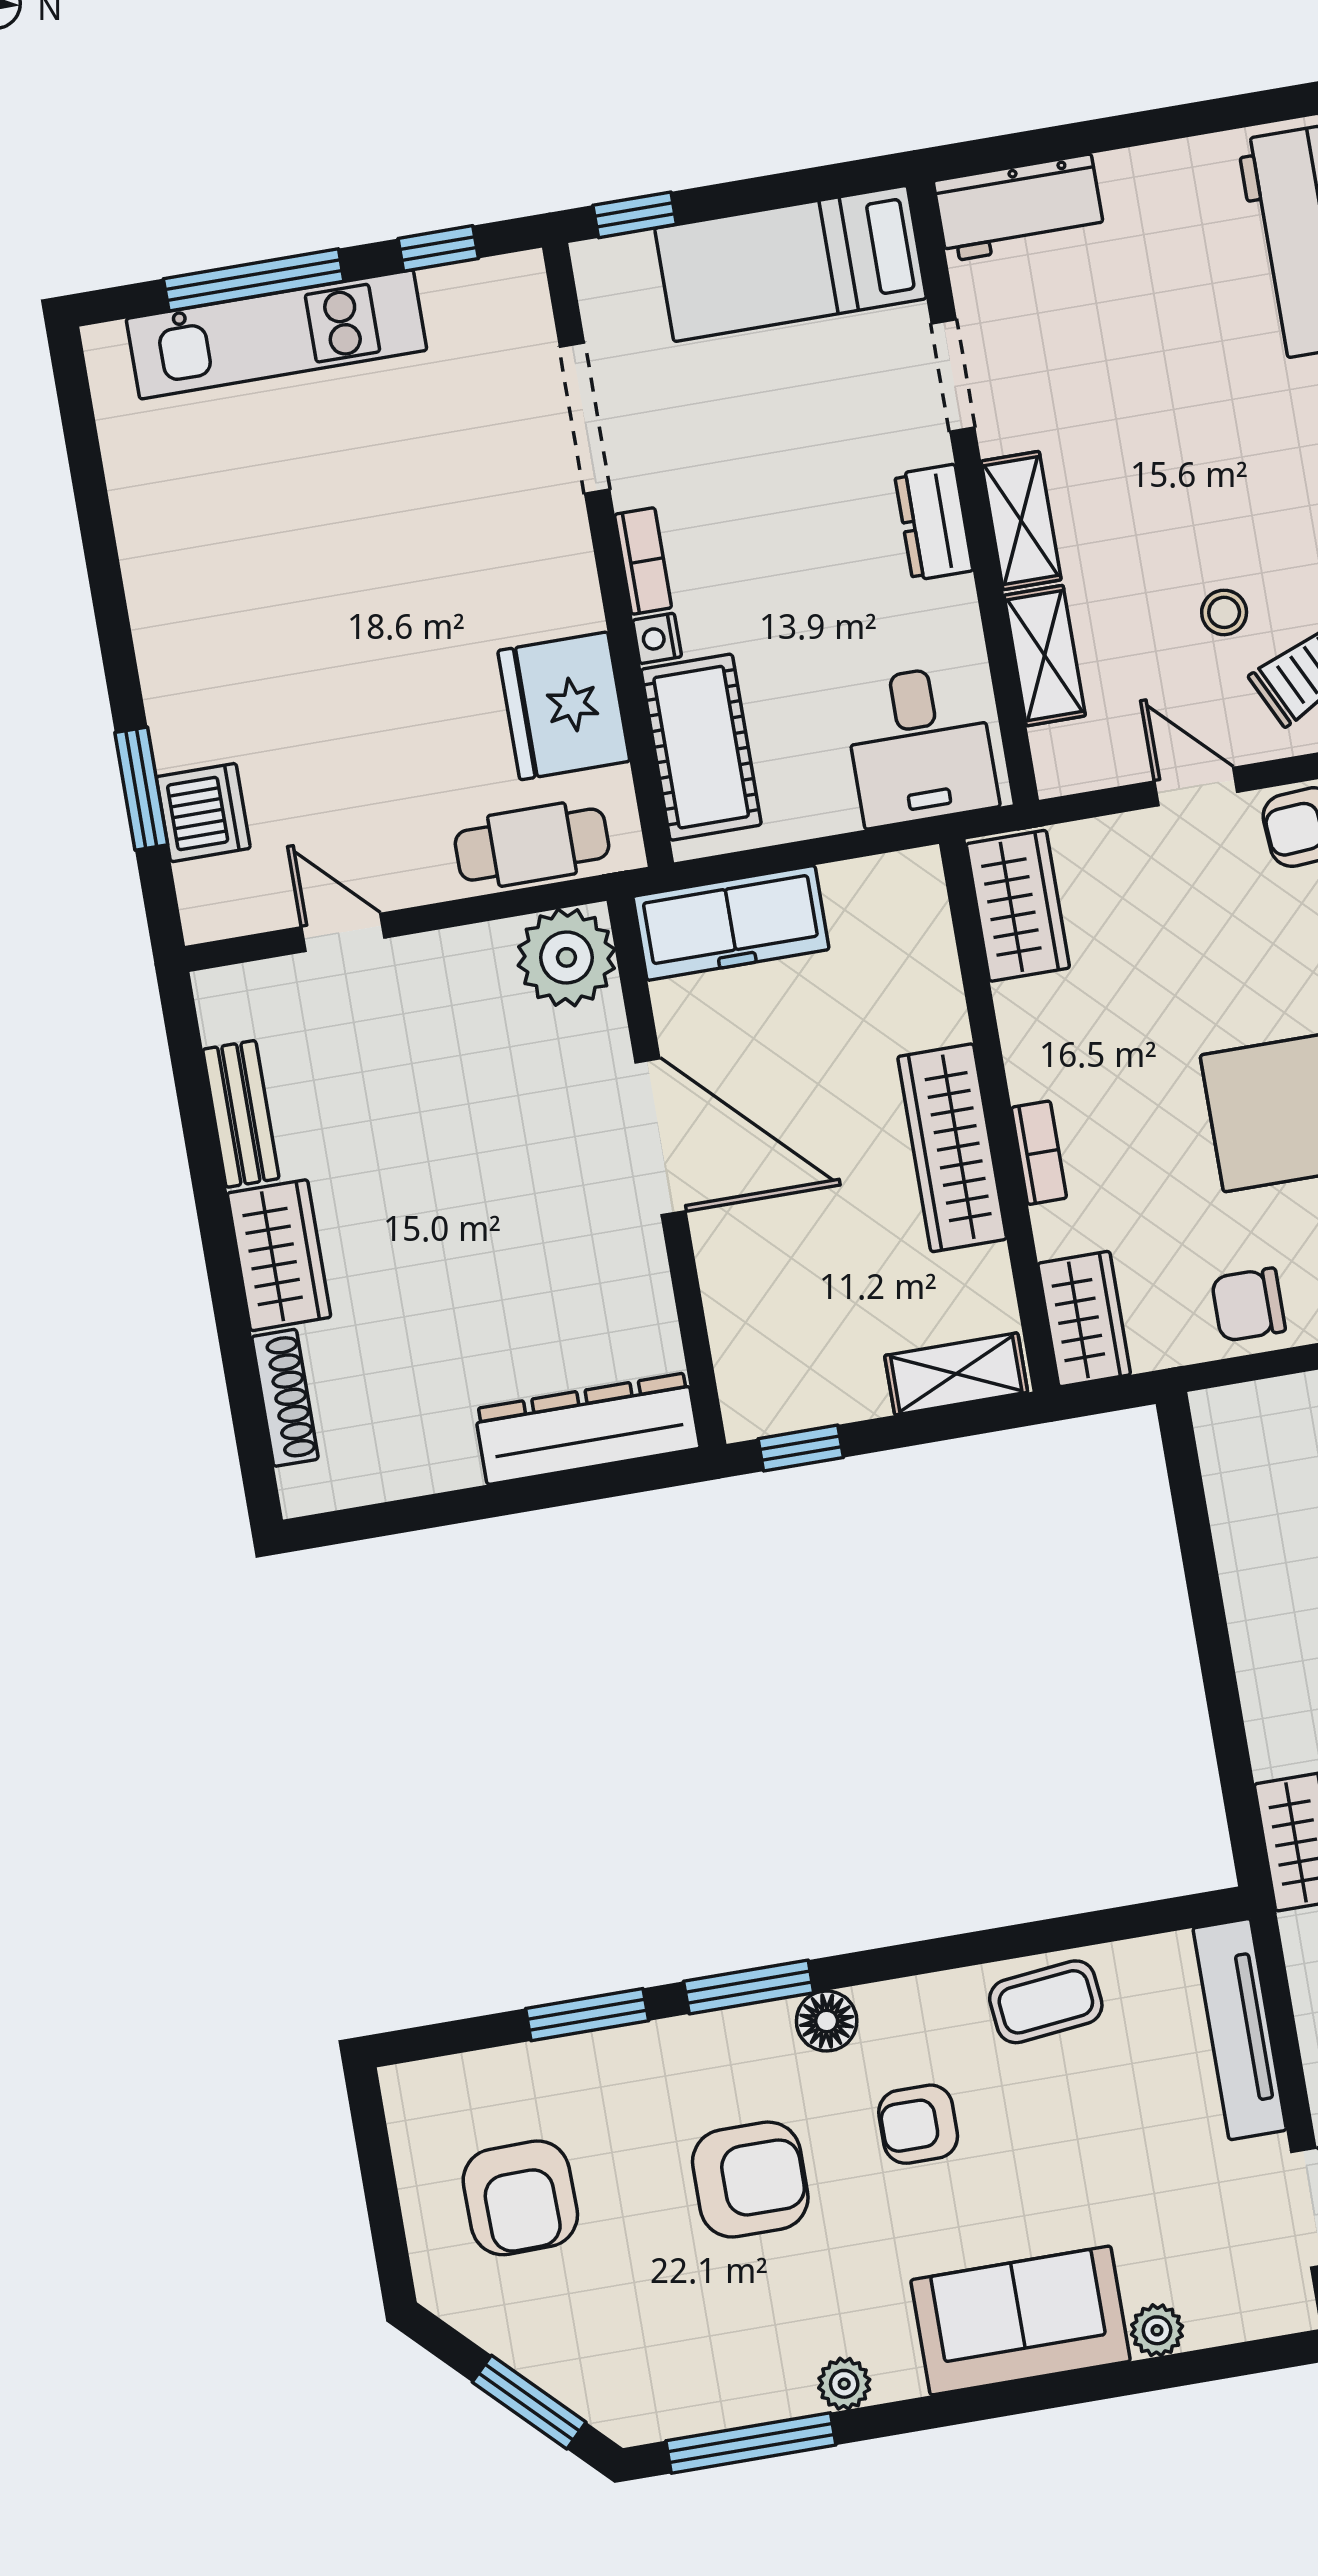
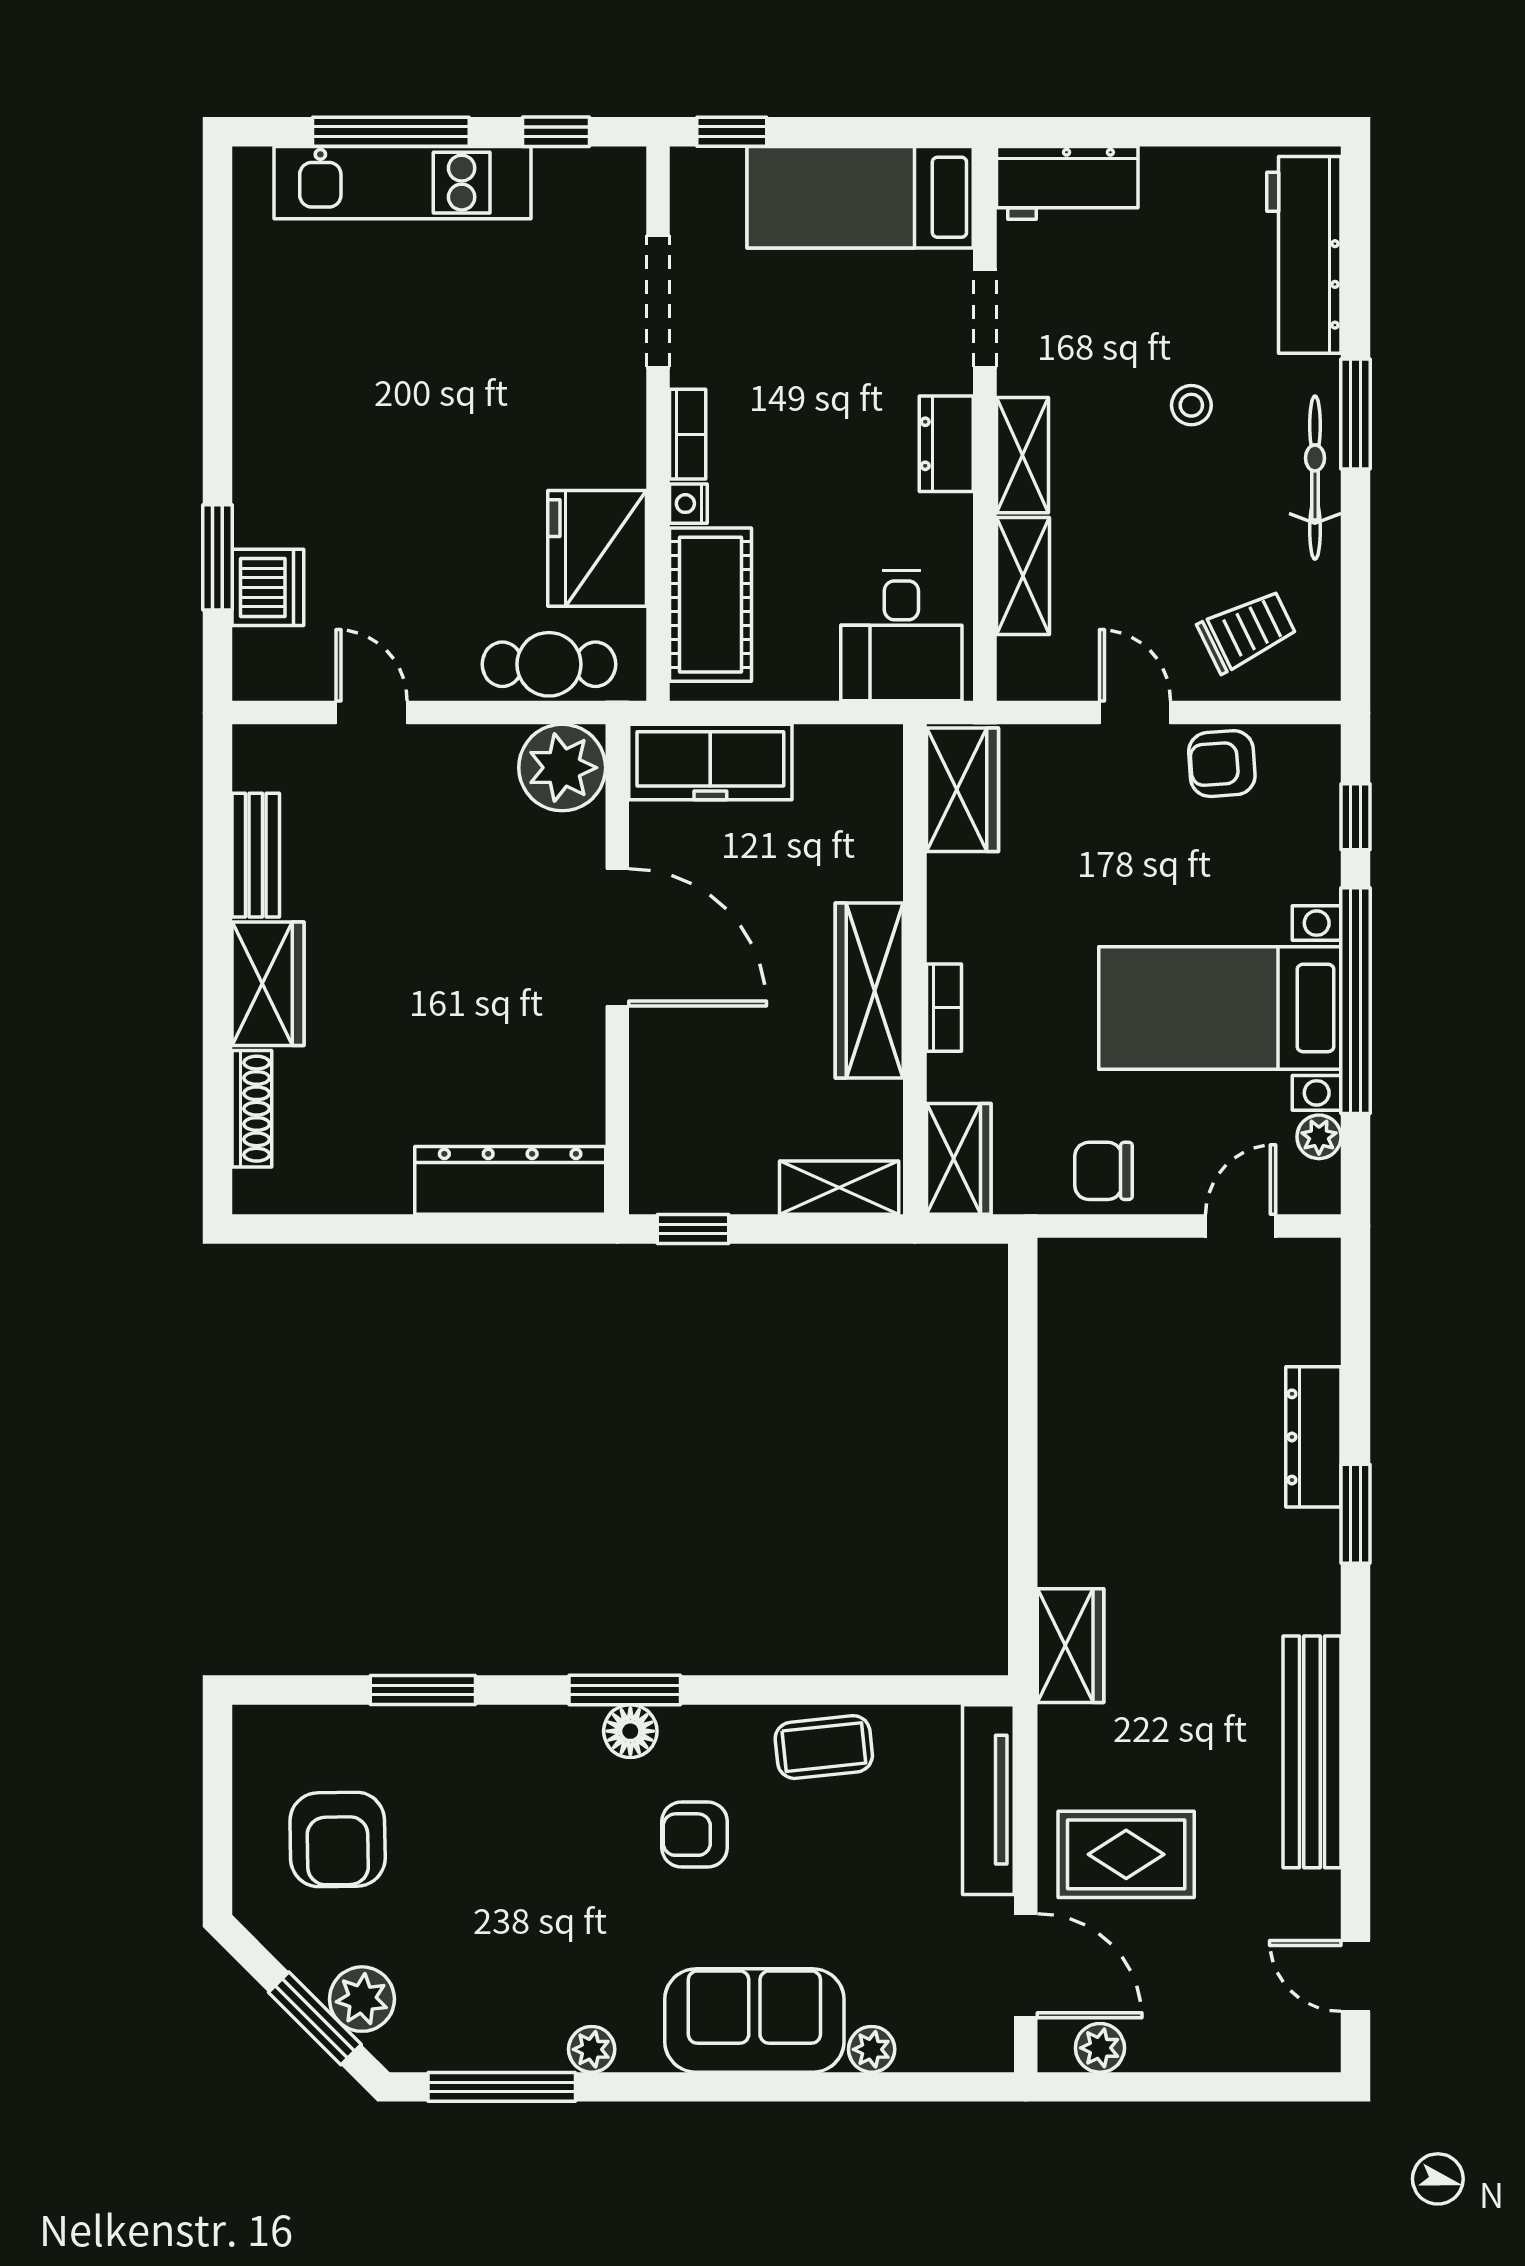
stool: (1224, 612) -> (1191, 405), moved
window: (749, 1987) -> (625, 1690), moved
armchair: (750, 2180) -> (540, 1858), removed
plant: (578, 2372) -> (362, 1999), added

